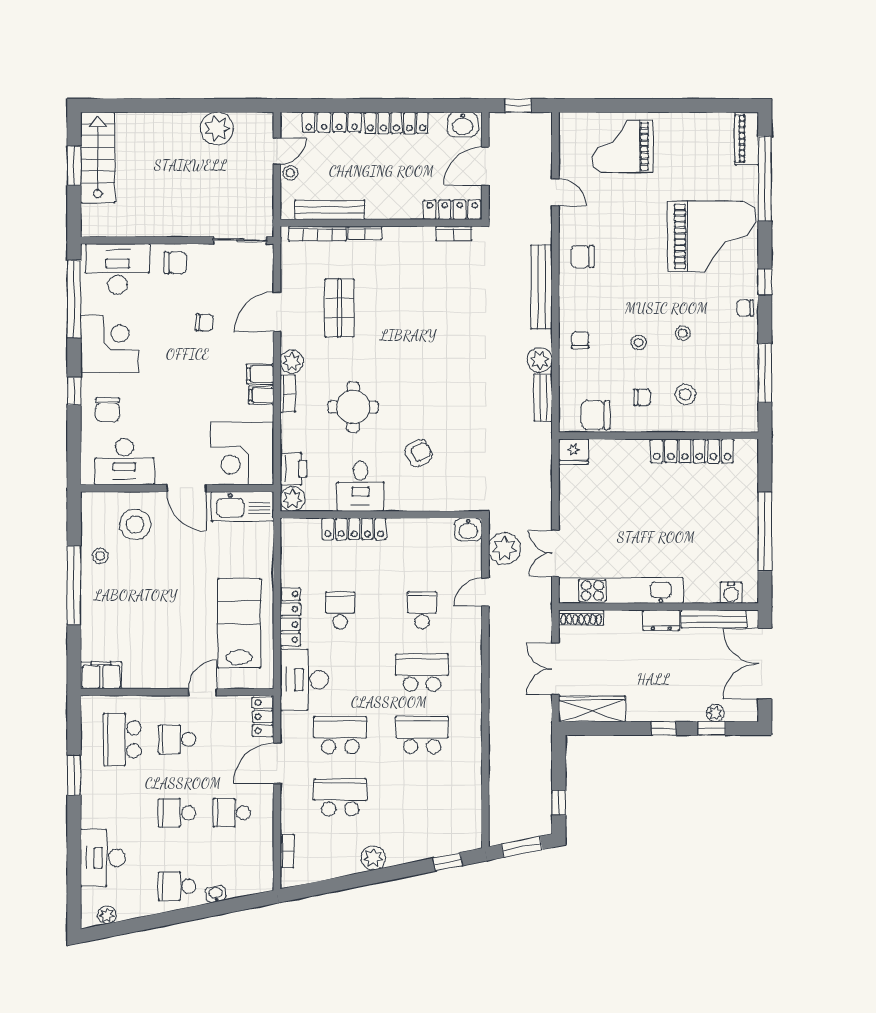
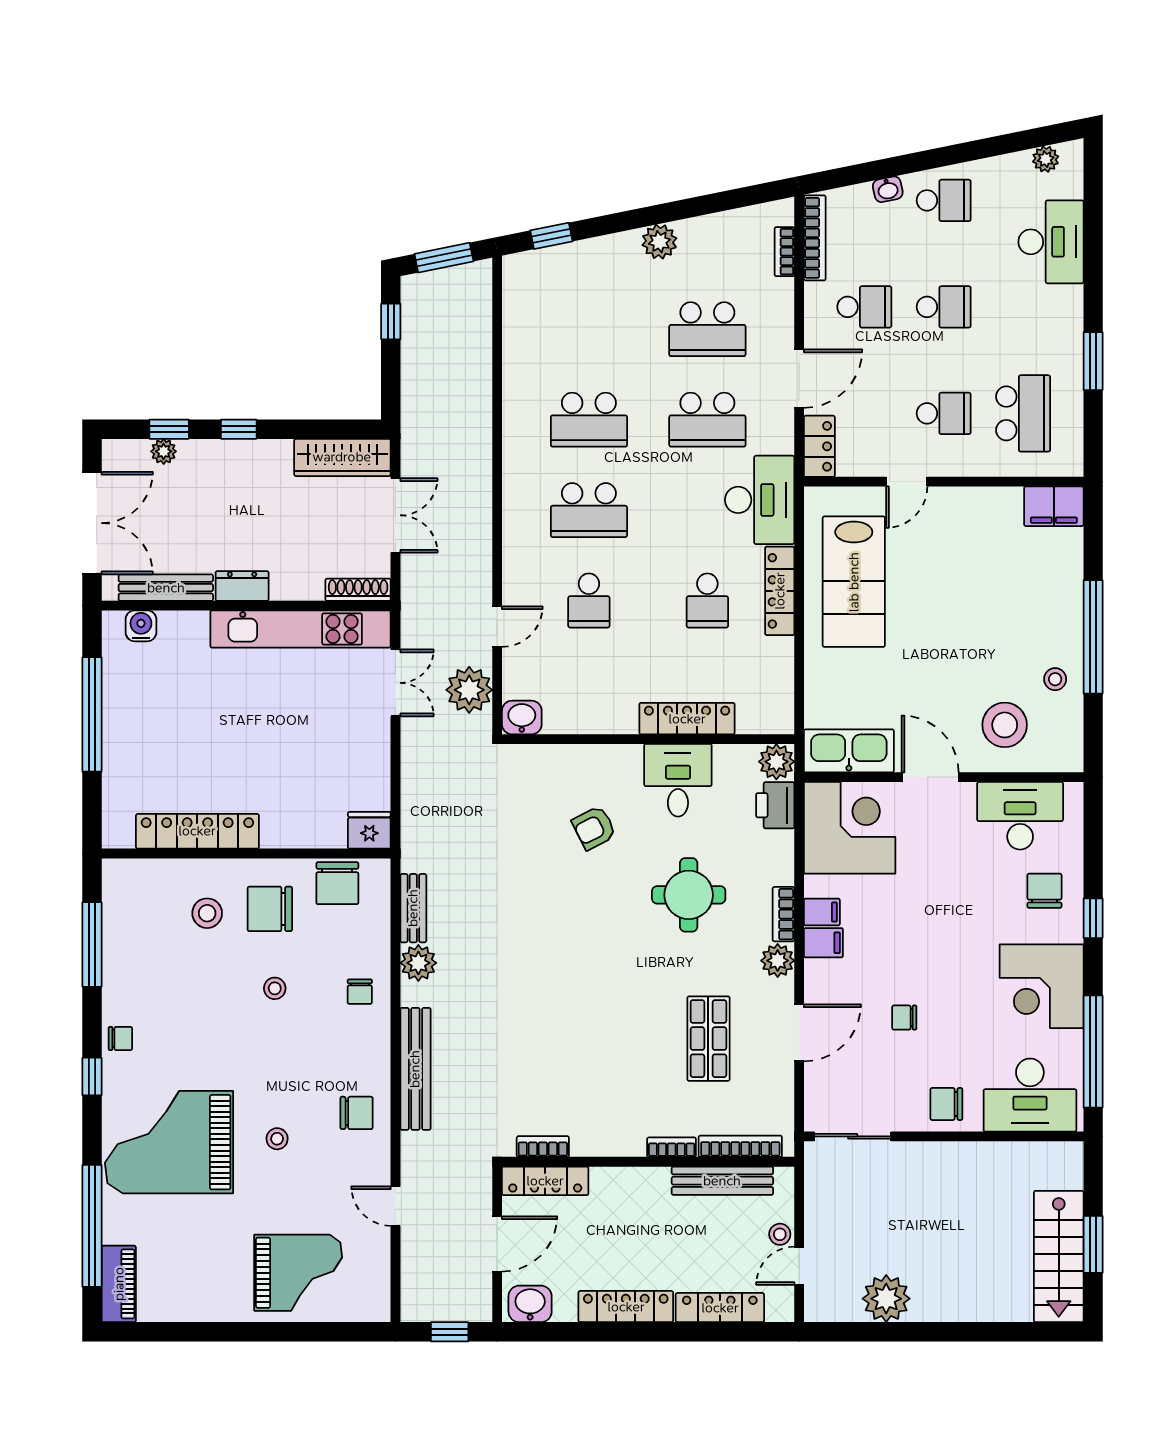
stool: (683, 333) -> (277, 1139), moved
chair: (642, 397) -> (270, 909), width x1.87, depth x1.87
chair: (596, 415) -> (337, 883), turned 90
bookcase: (266, 860) -> (815, 238), added

